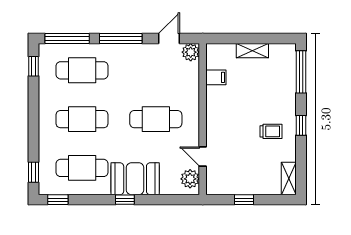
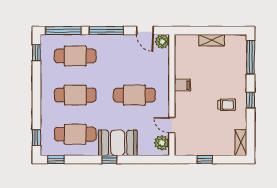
door: (169, 39) -> (145, 31), swing flipped
filing cabinet: (216, 77) -> (182, 85), moved

